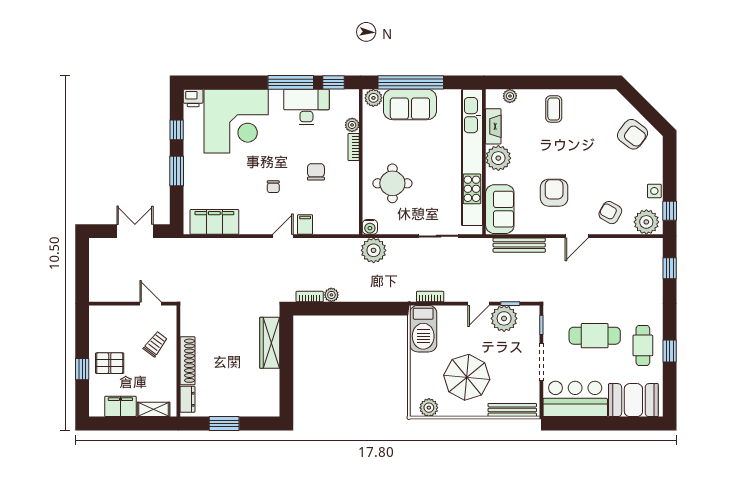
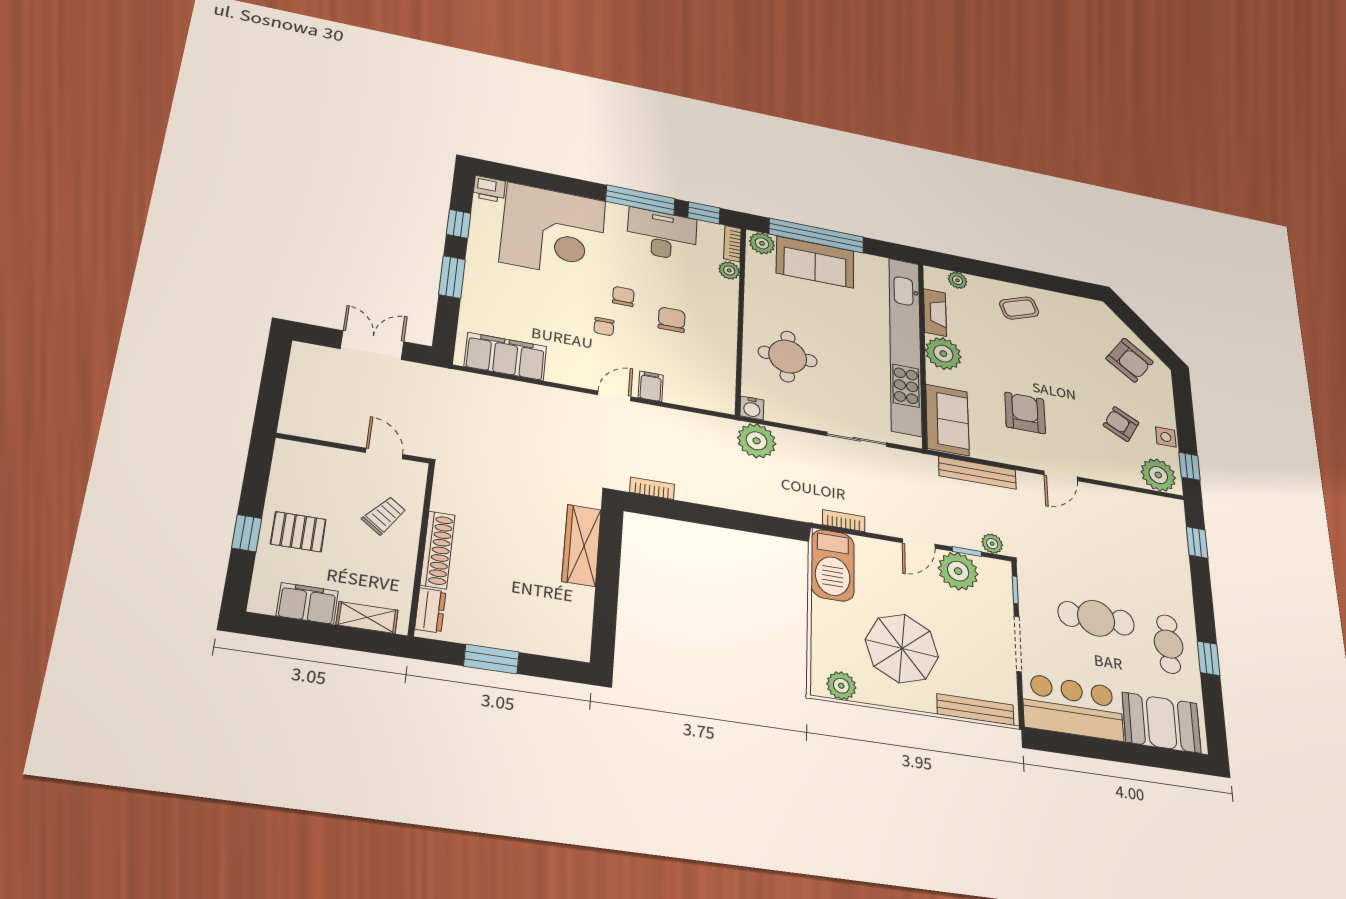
coffee table: (554, 109) -> (1019, 308), turned 70
bookcase: (354, 147) -> (732, 244), moved
chair: (284, 161) -> (623, 296), added
armchair: (610, 213) -> (1121, 424), moved
plant: (331, 295) -> (992, 544), moved

